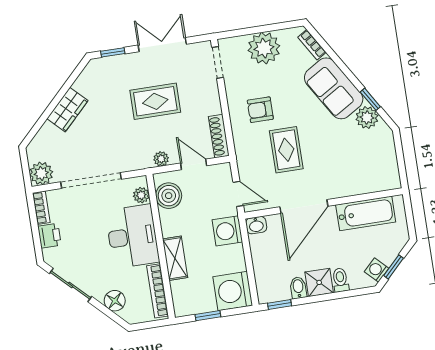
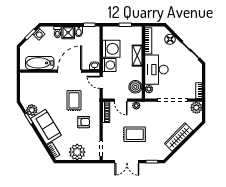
wardrobe: (67, 110) -> (179, 137), width x1.50
printer: (49, 236) -> (197, 76), removed
washing machine: (233, 291) -> (111, 49), moved

